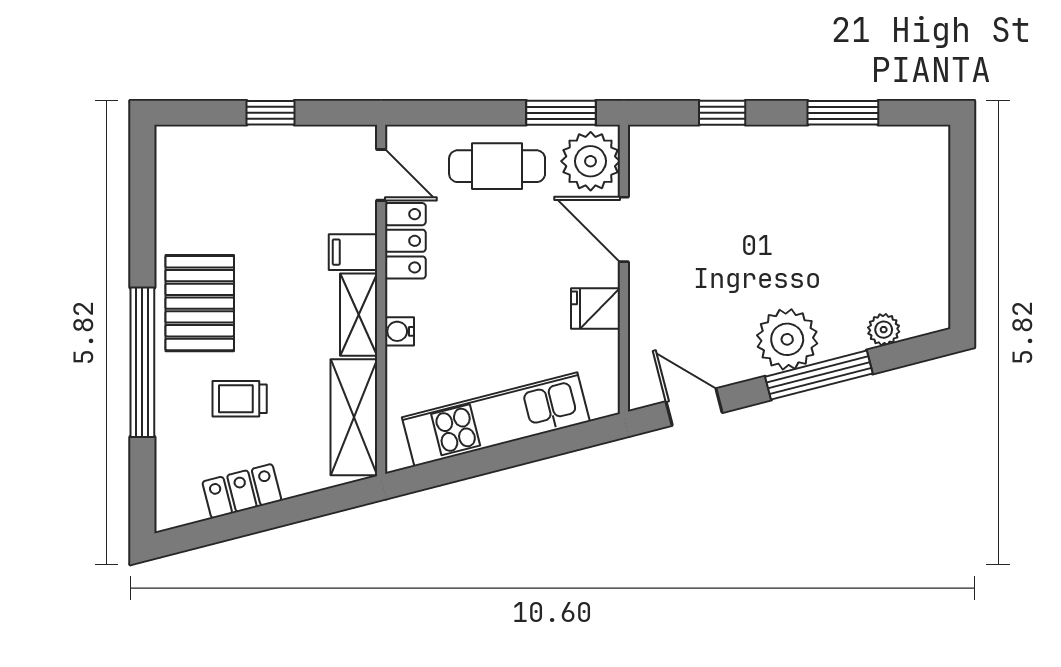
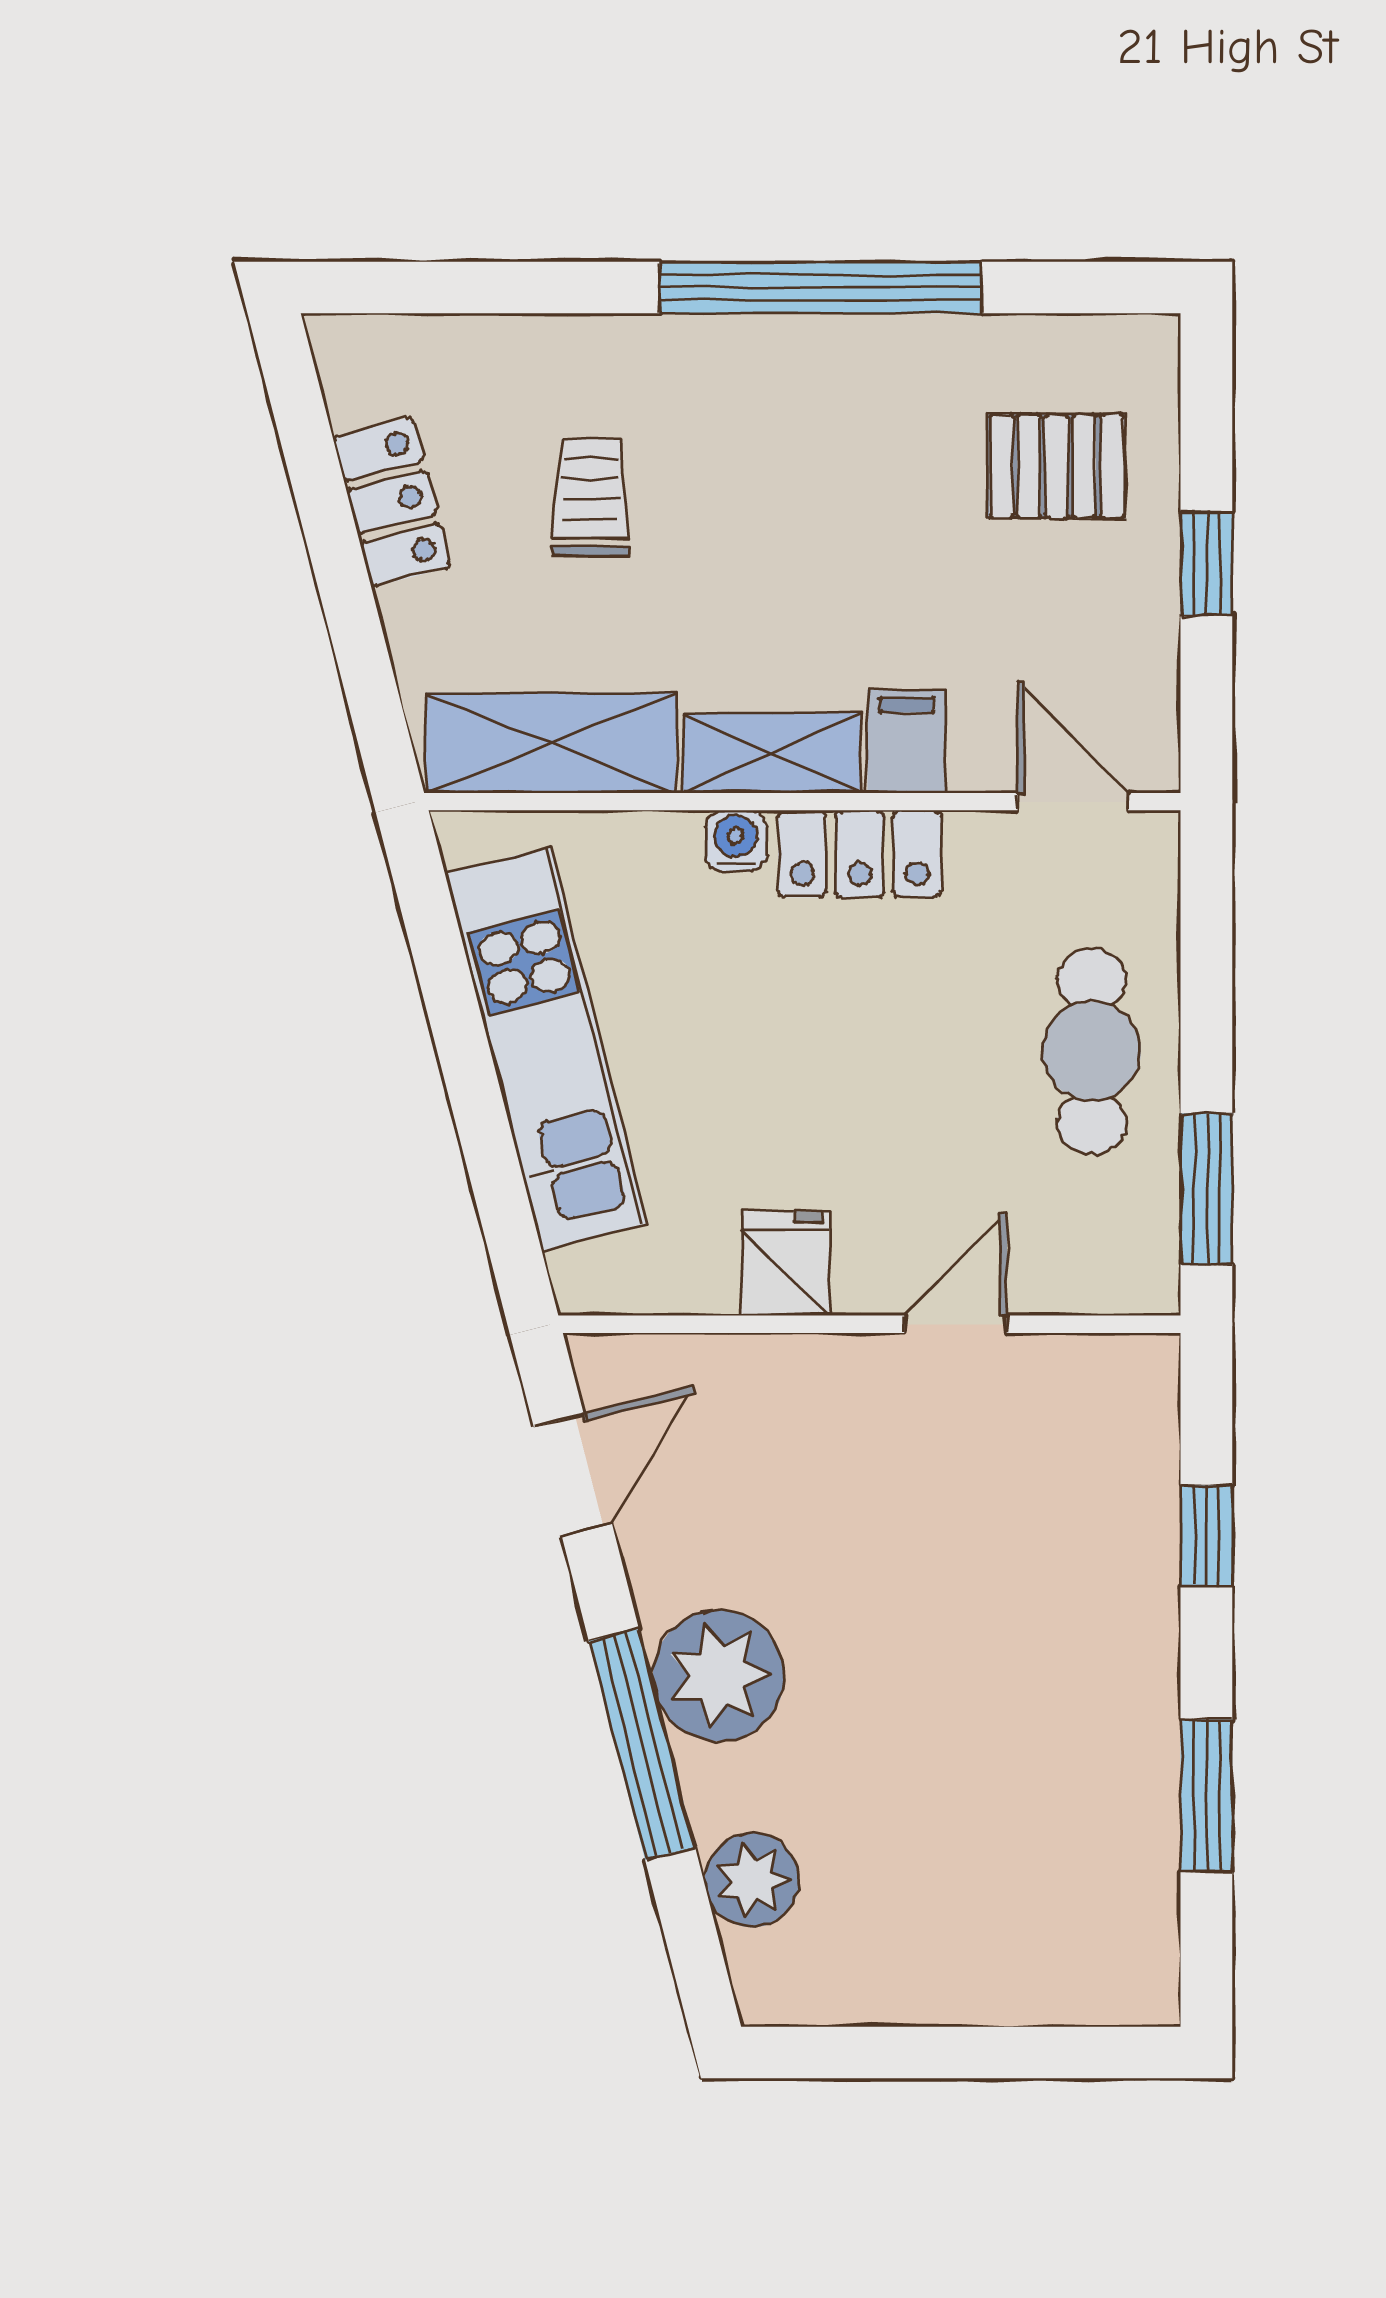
plant: (591, 161) -> (1102, 1252), removed
door: (381, 175) -> (1073, 802), swing flipped
door: (624, 229) -> (956, 1324), width x0.73
locker: (405, 241) -> (860, 854), moved
pallet: (200, 303) -> (1057, 466), moved, width x0.67, depth x0.71
plant: (884, 330) -> (752, 1880), width x1.38, depth x1.38
window: (142, 362) -> (821, 288), moved

